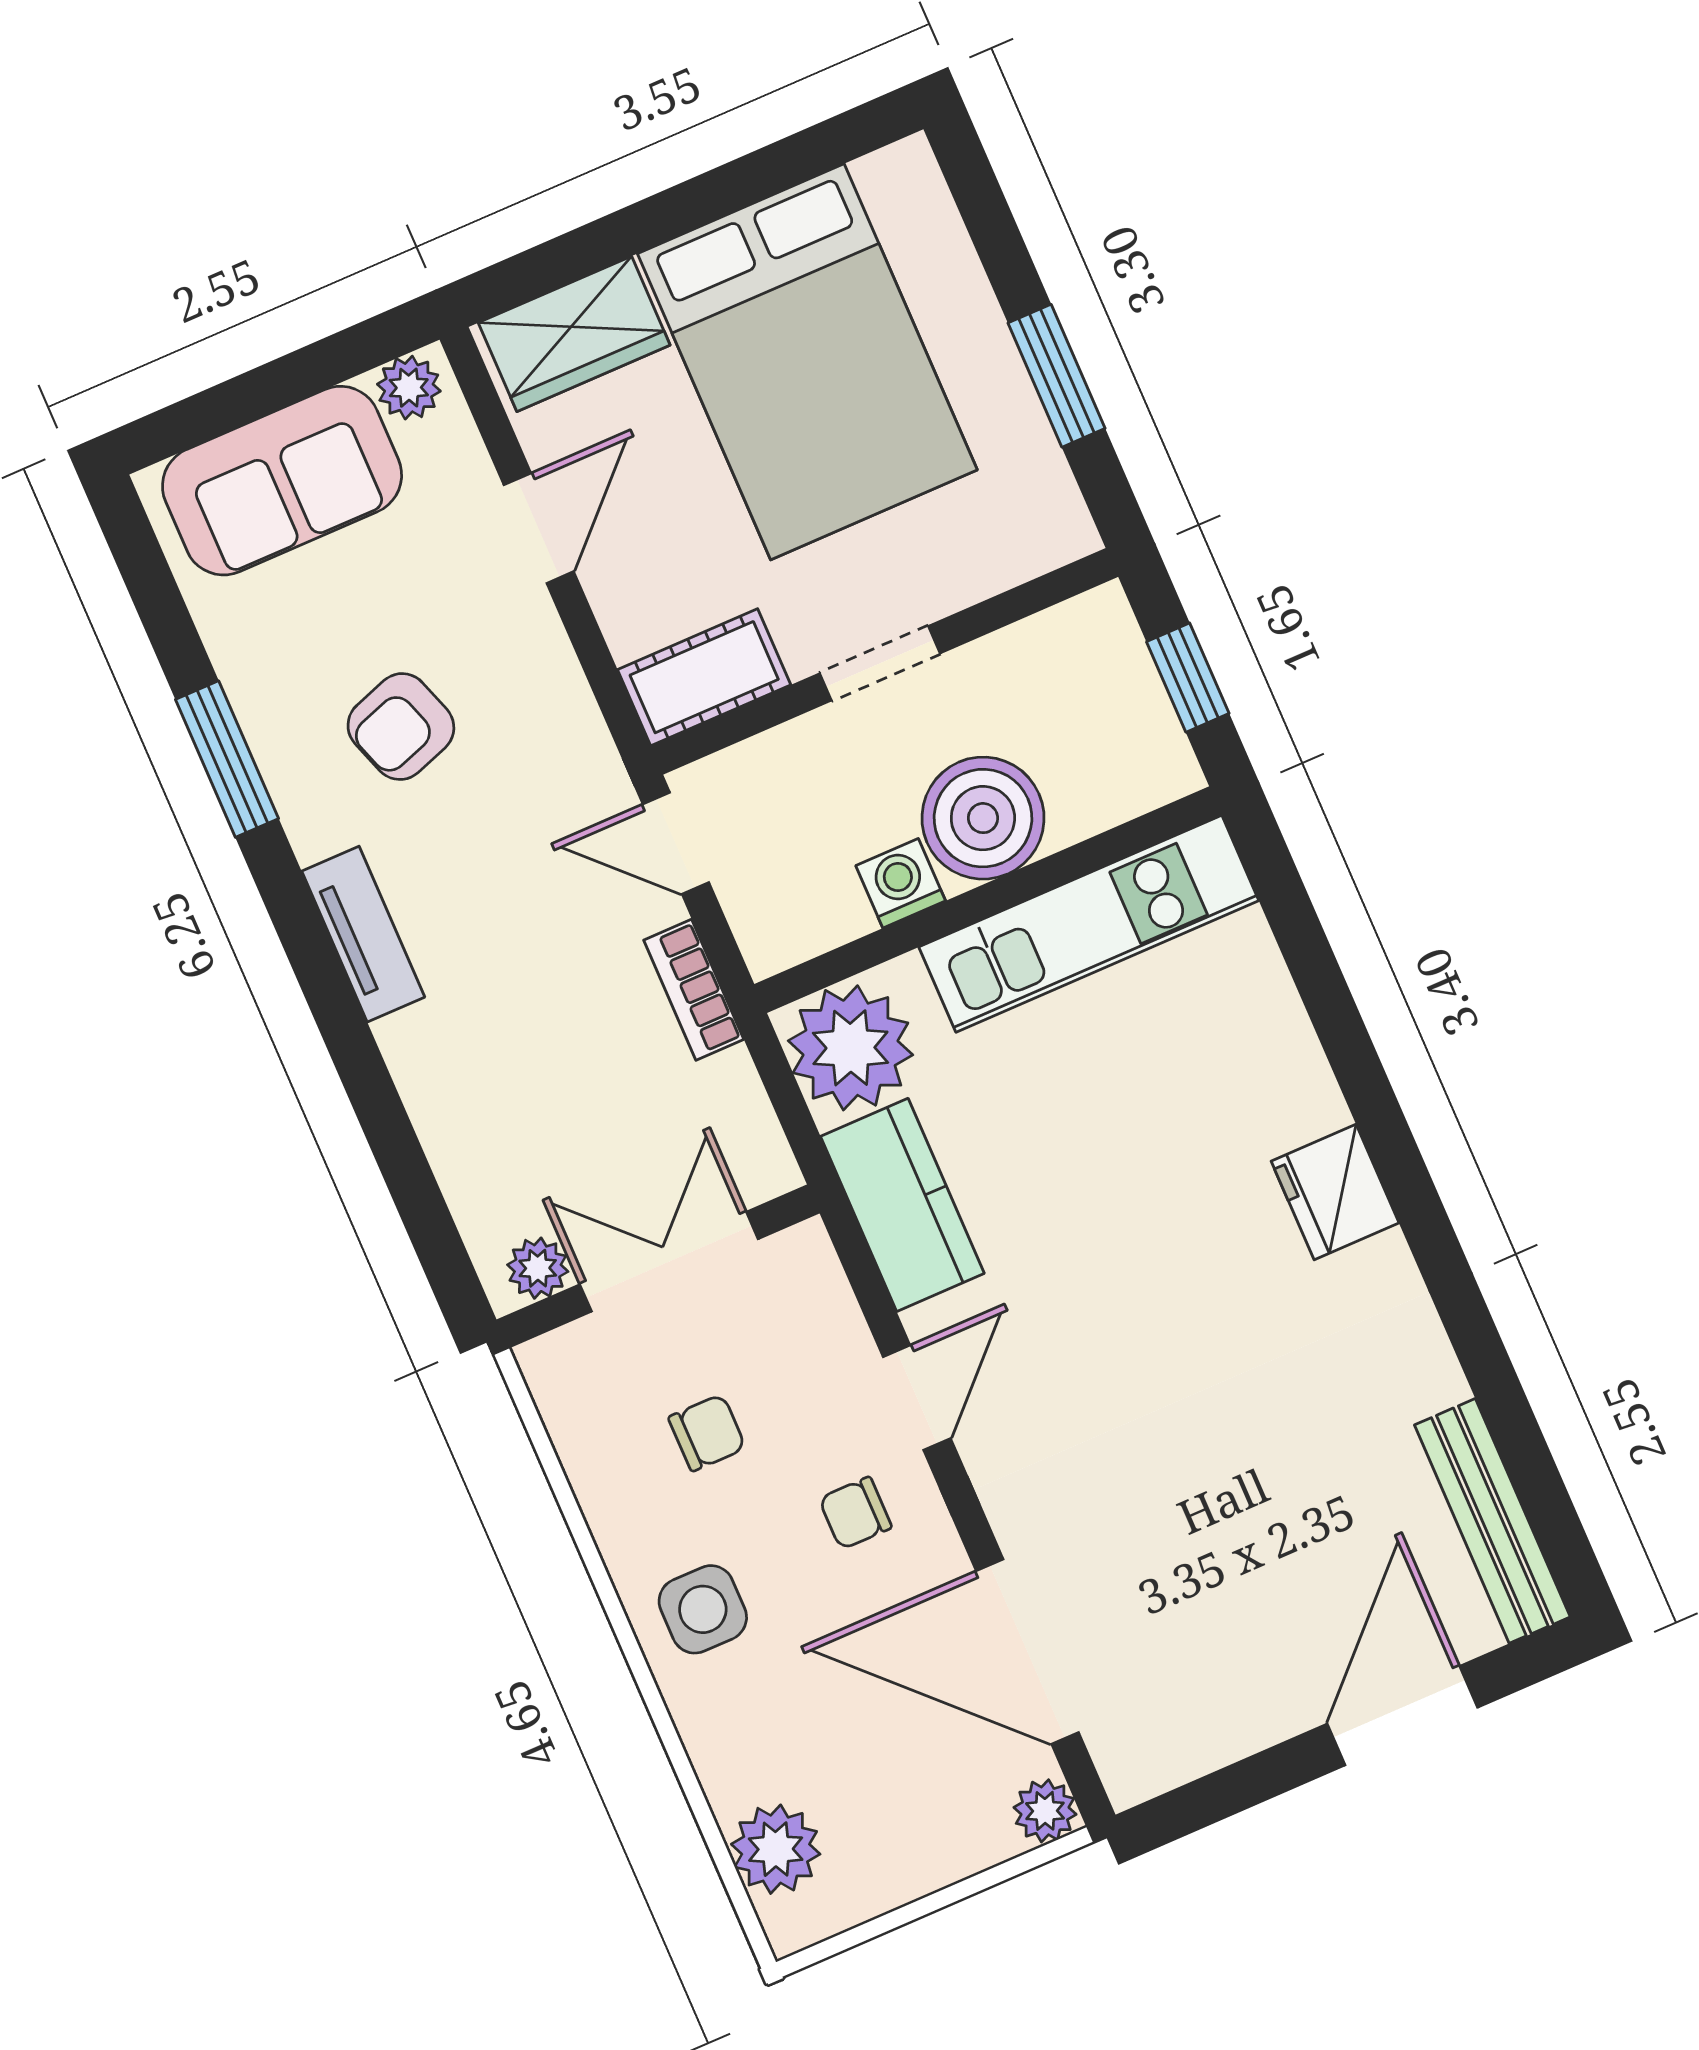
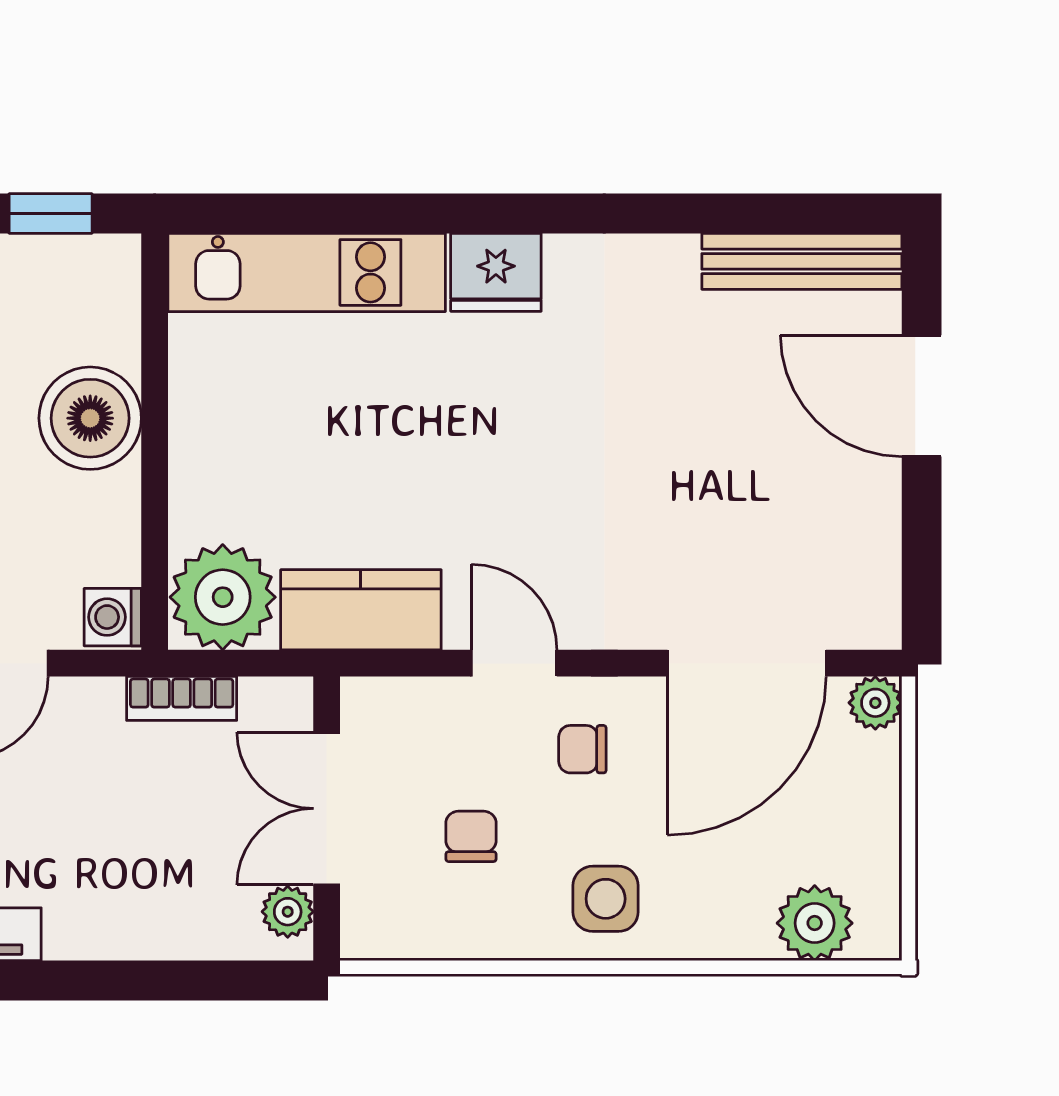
washing machine: (901, 883) -> (113, 617), moved
kitchen unit: (1089, 924) -> (307, 272), moved, turned 90
bookcase: (694, 990) -> (182, 698), moved
chair: (855, 1513) -> (582, 749), turned 90

